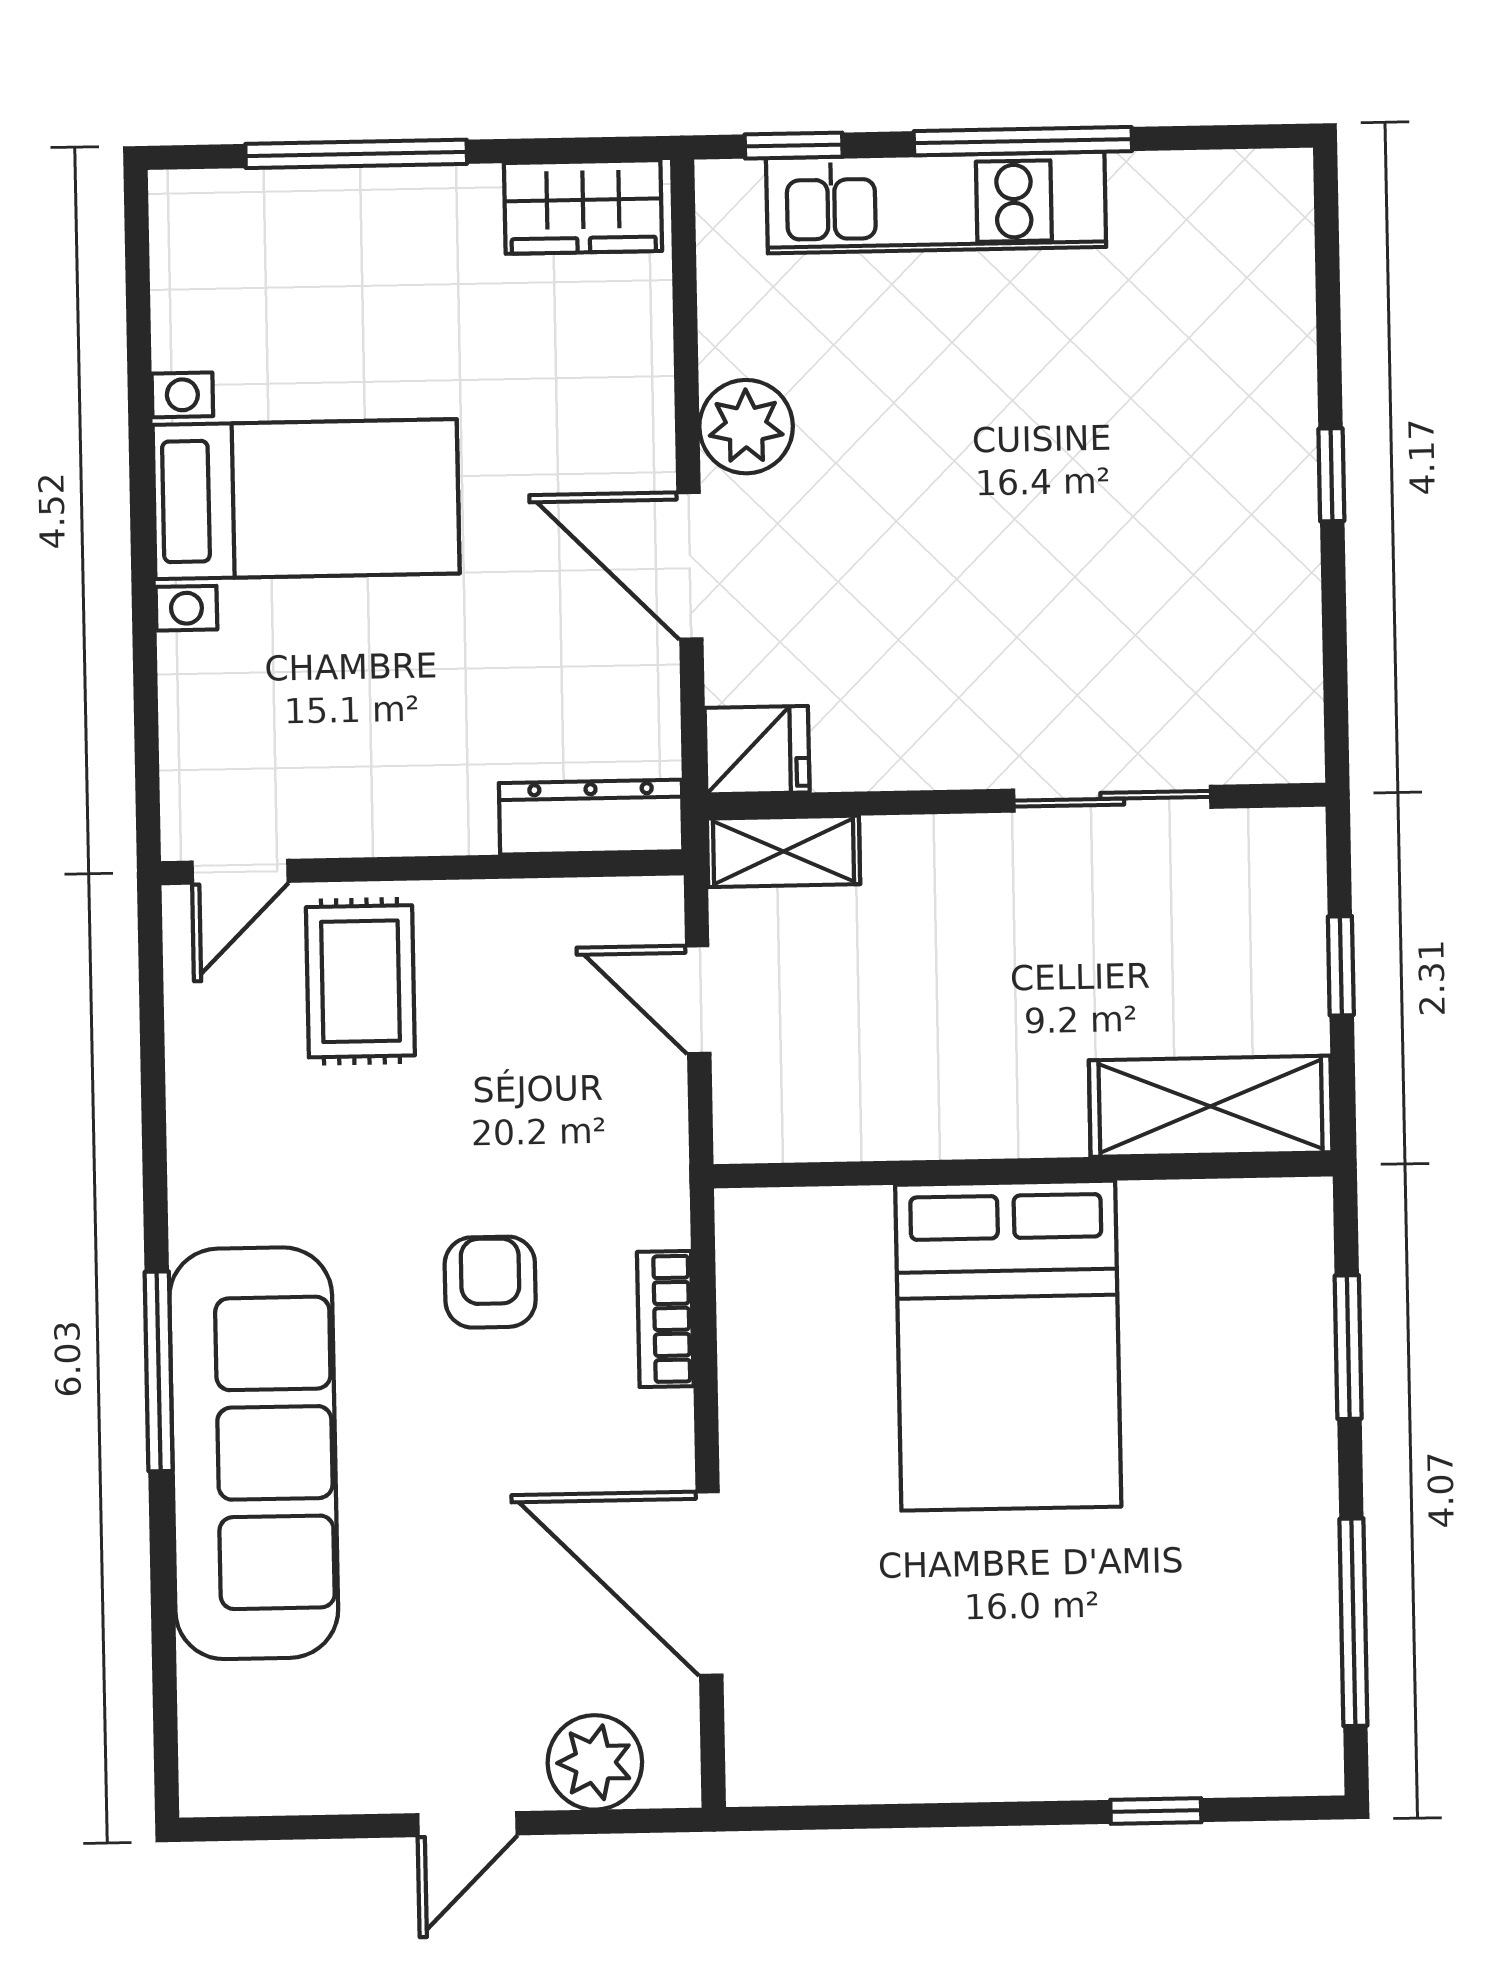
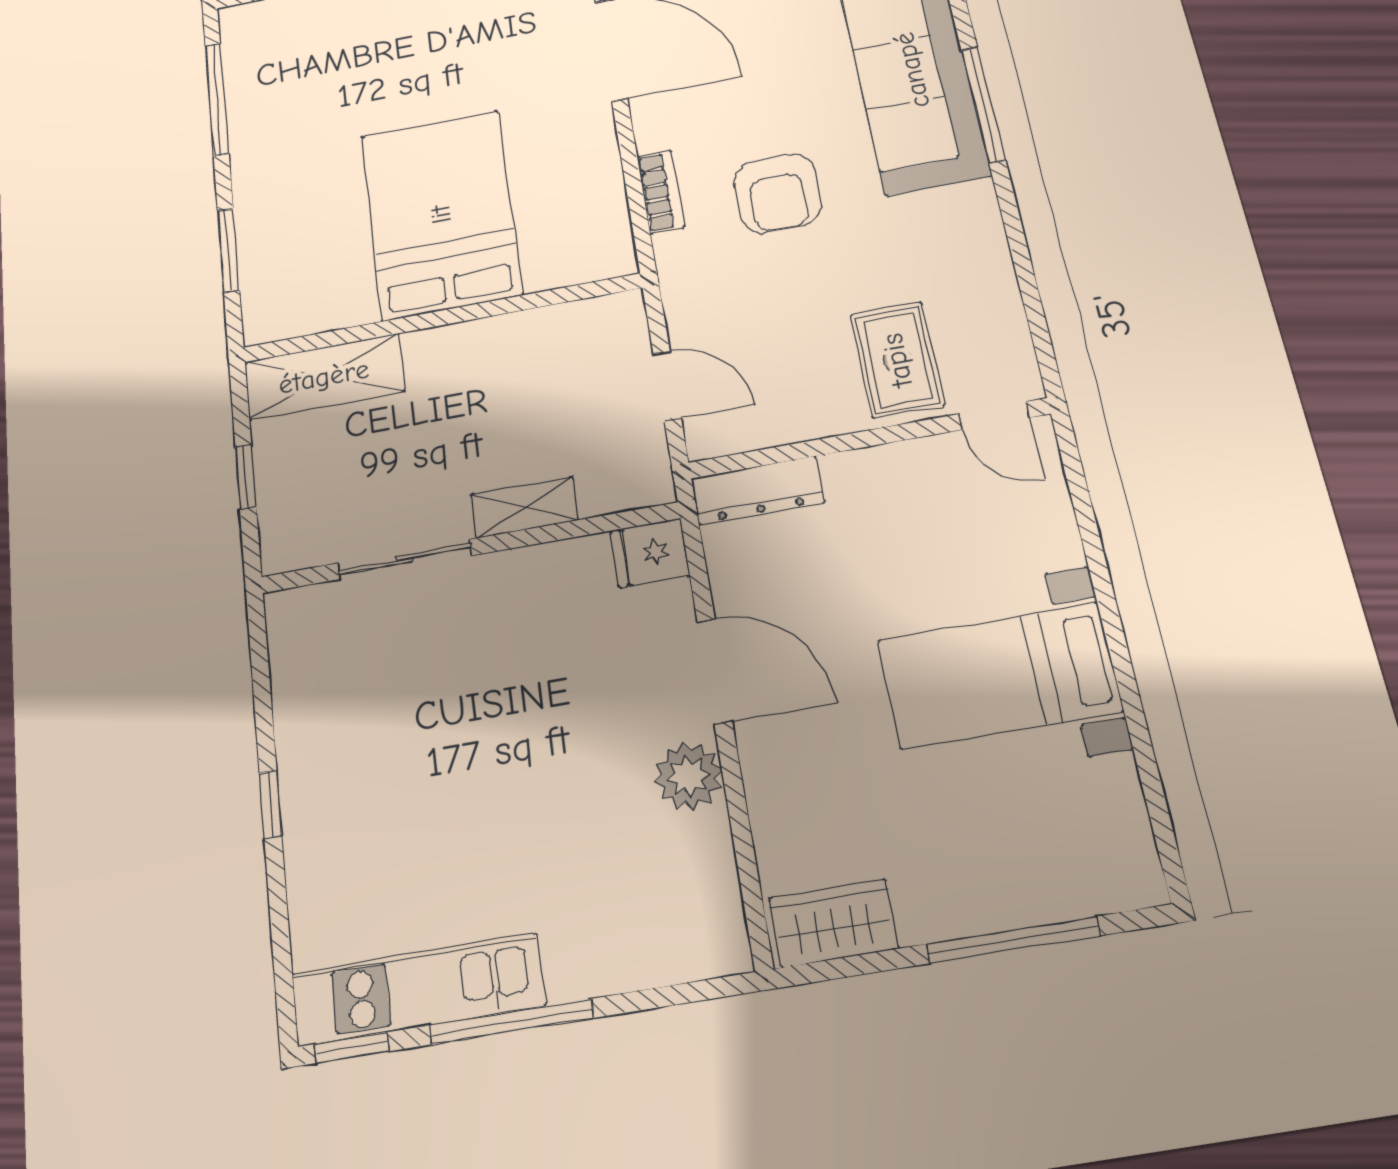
window: (794, 146) -> (352, 1048), moved
kitchen unit: (936, 203) -> (418, 990), moved
shelving: (784, 851) -> (524, 507), moved
door: (240, 872) -> (994, 416), swing flipped
armchair: (490, 1282) -> (777, 193), width x1.38, depth x1.38

